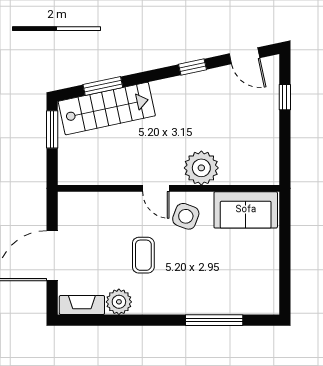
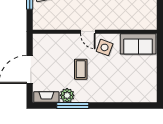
plant: (201, 168) -> (113, 20), removed
window: (214, 320) -> (73, 106), moved

